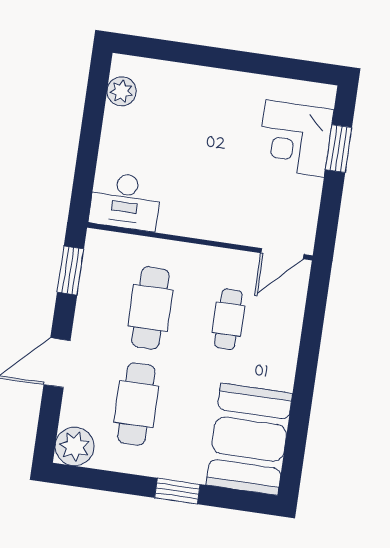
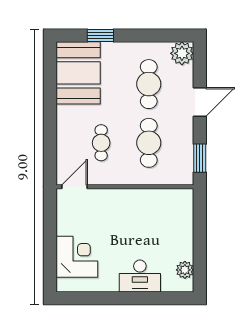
window: (339, 149) -> (50, 255), removed
desk: (125, 201) -> (140, 276), moved, turned 180
window: (177, 491) -> (100, 36), moved

